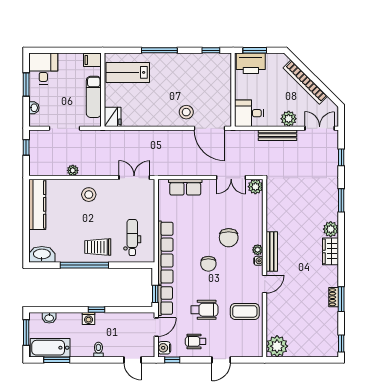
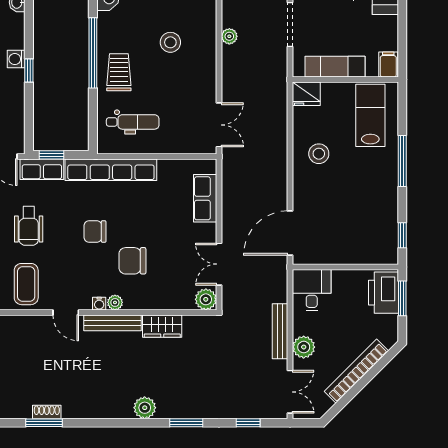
stool: (186, 112) -> (319, 154), moved
stool: (89, 195) -> (170, 42), moved
wardrobe: (331, 251) -> (162, 326), moved, turned 180

